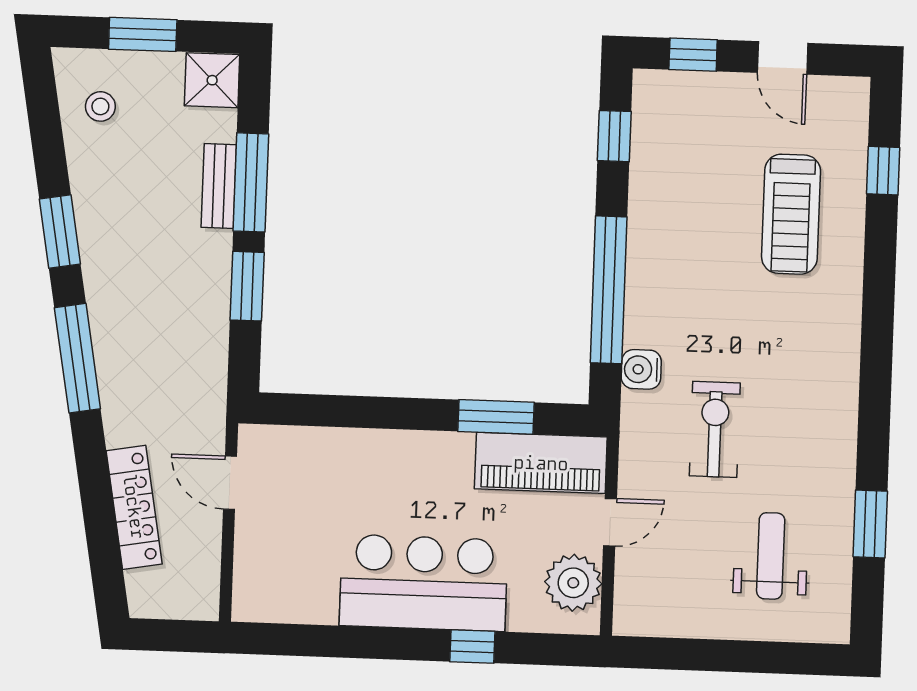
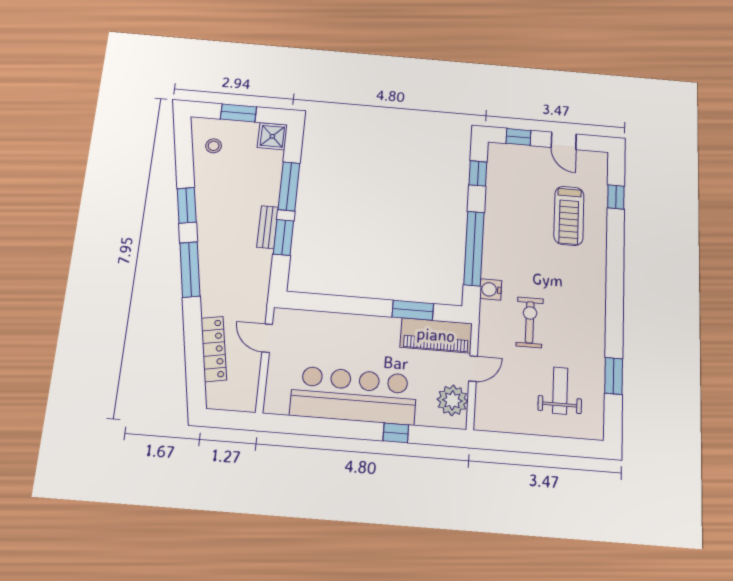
bench: (219, 186) -> (268, 227), moved
bar counter: (424, 583) -> (354, 395), width x1.36

